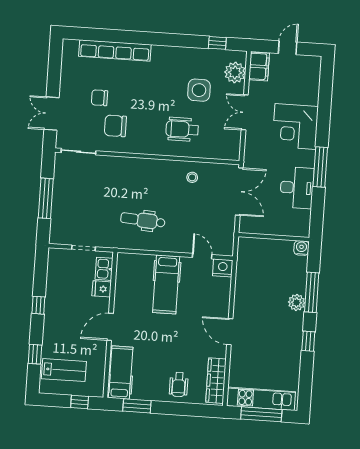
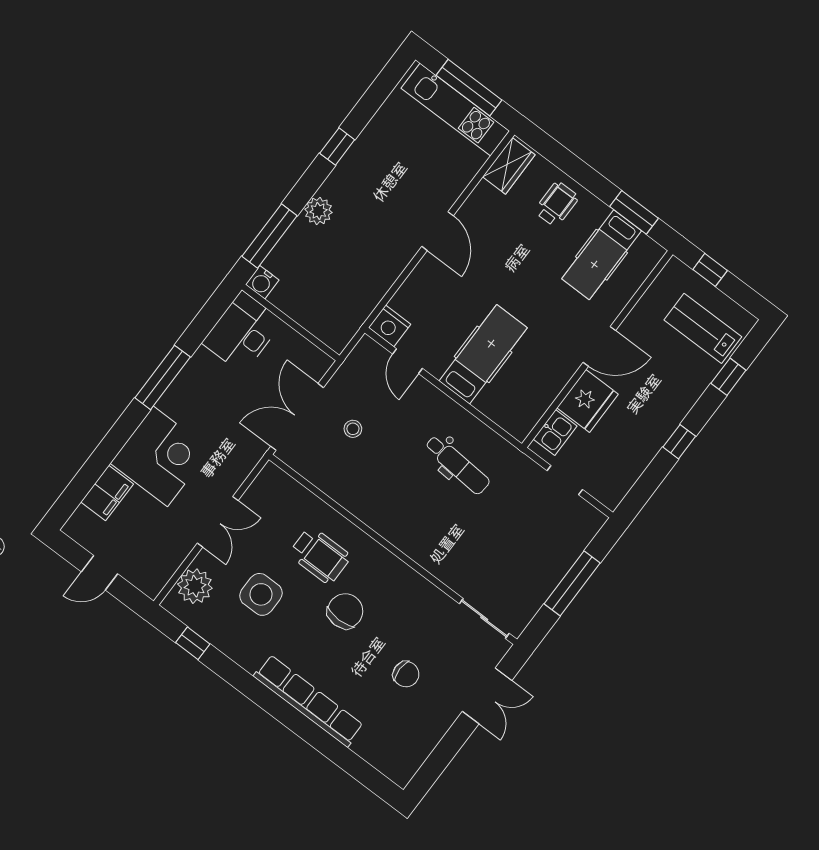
row of seats: (115, 50) -> (309, 701), moved
filing cabinet: (259, 66) -> (107, 493), moved, turned 180
chair: (115, 126) -> (345, 611), moved, turned -90
stool: (192, 177) -> (353, 429), moved
desk: (297, 188) -> (242, 332), moved
fridge: (102, 289) -> (588, 401), width x1.88, depth x1.34
window: (312, 292) -> (270, 236), moved
hospital bed: (121, 373) -> (602, 255), moved
wardrobe: (216, 381) -> (509, 166), width x0.67

